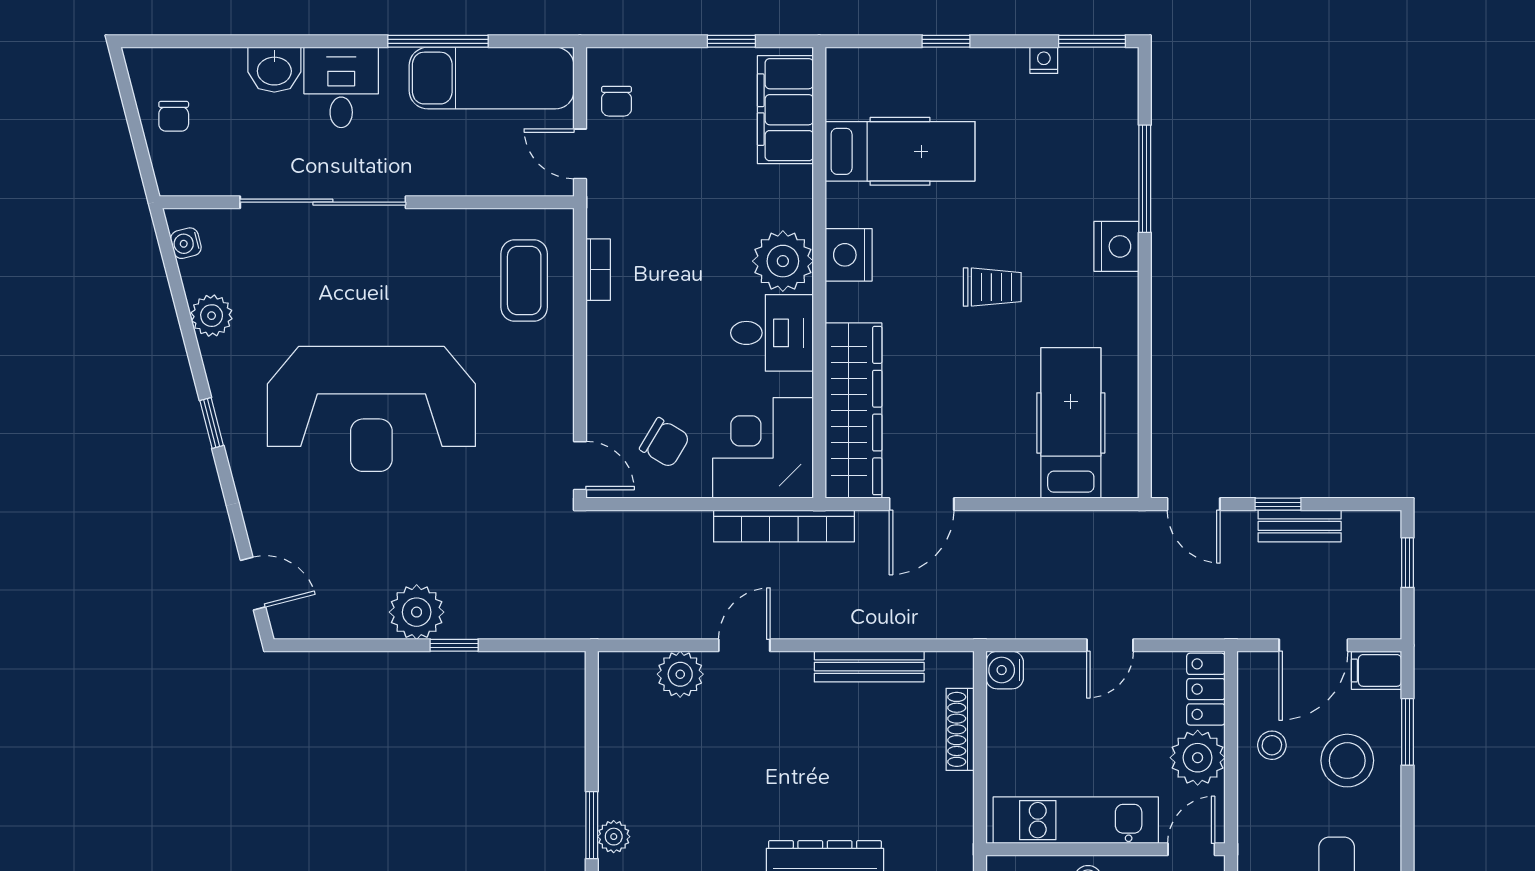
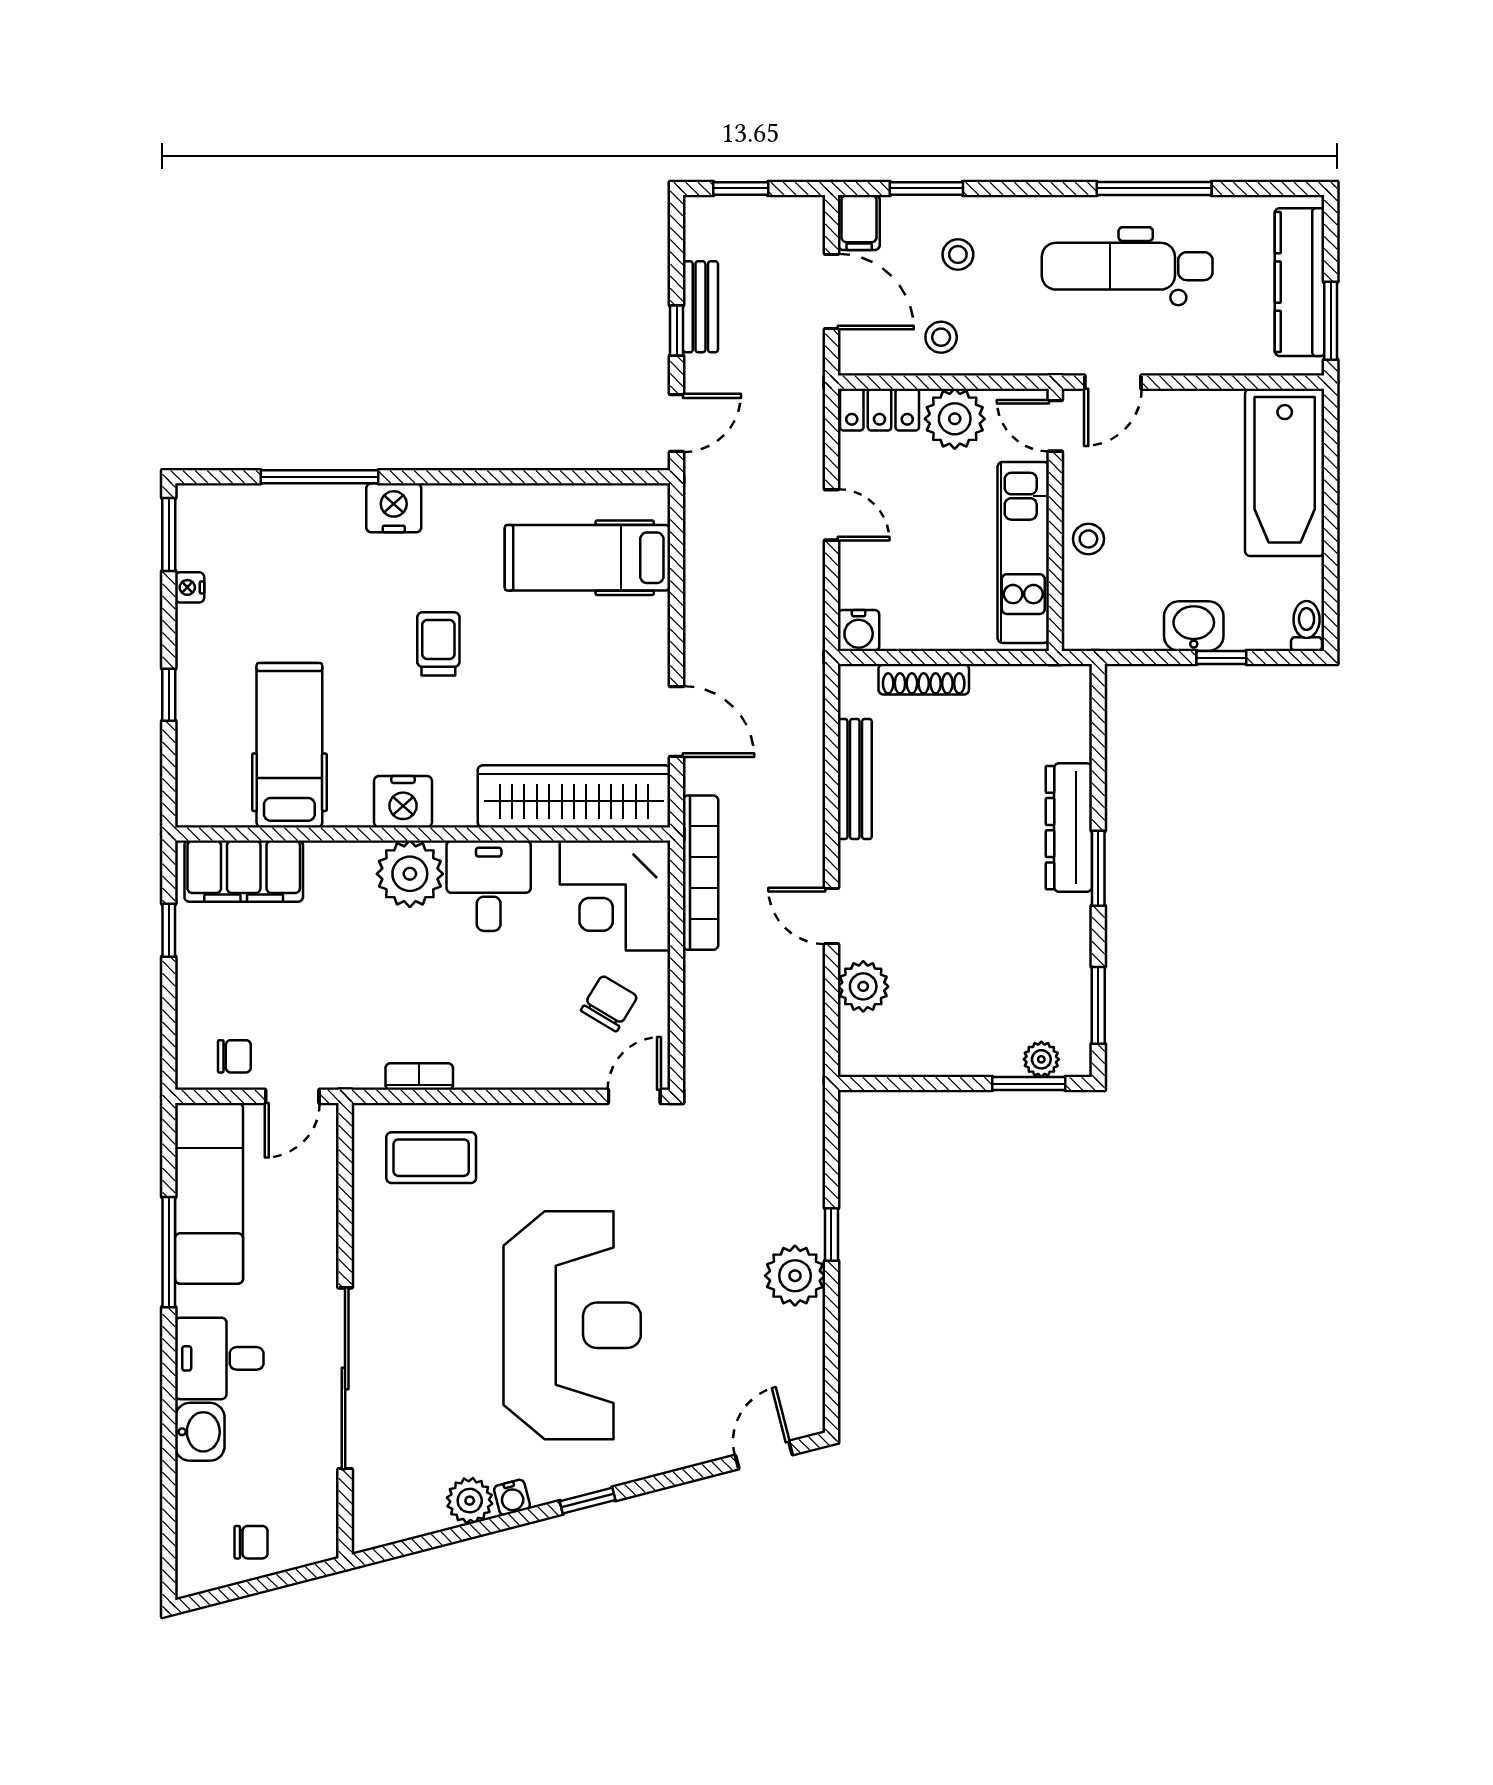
water cooler: (186, 243) -> (512, 1497), moved
stool: (1347, 761) -> (958, 255), width x0.53, depth x0.53

